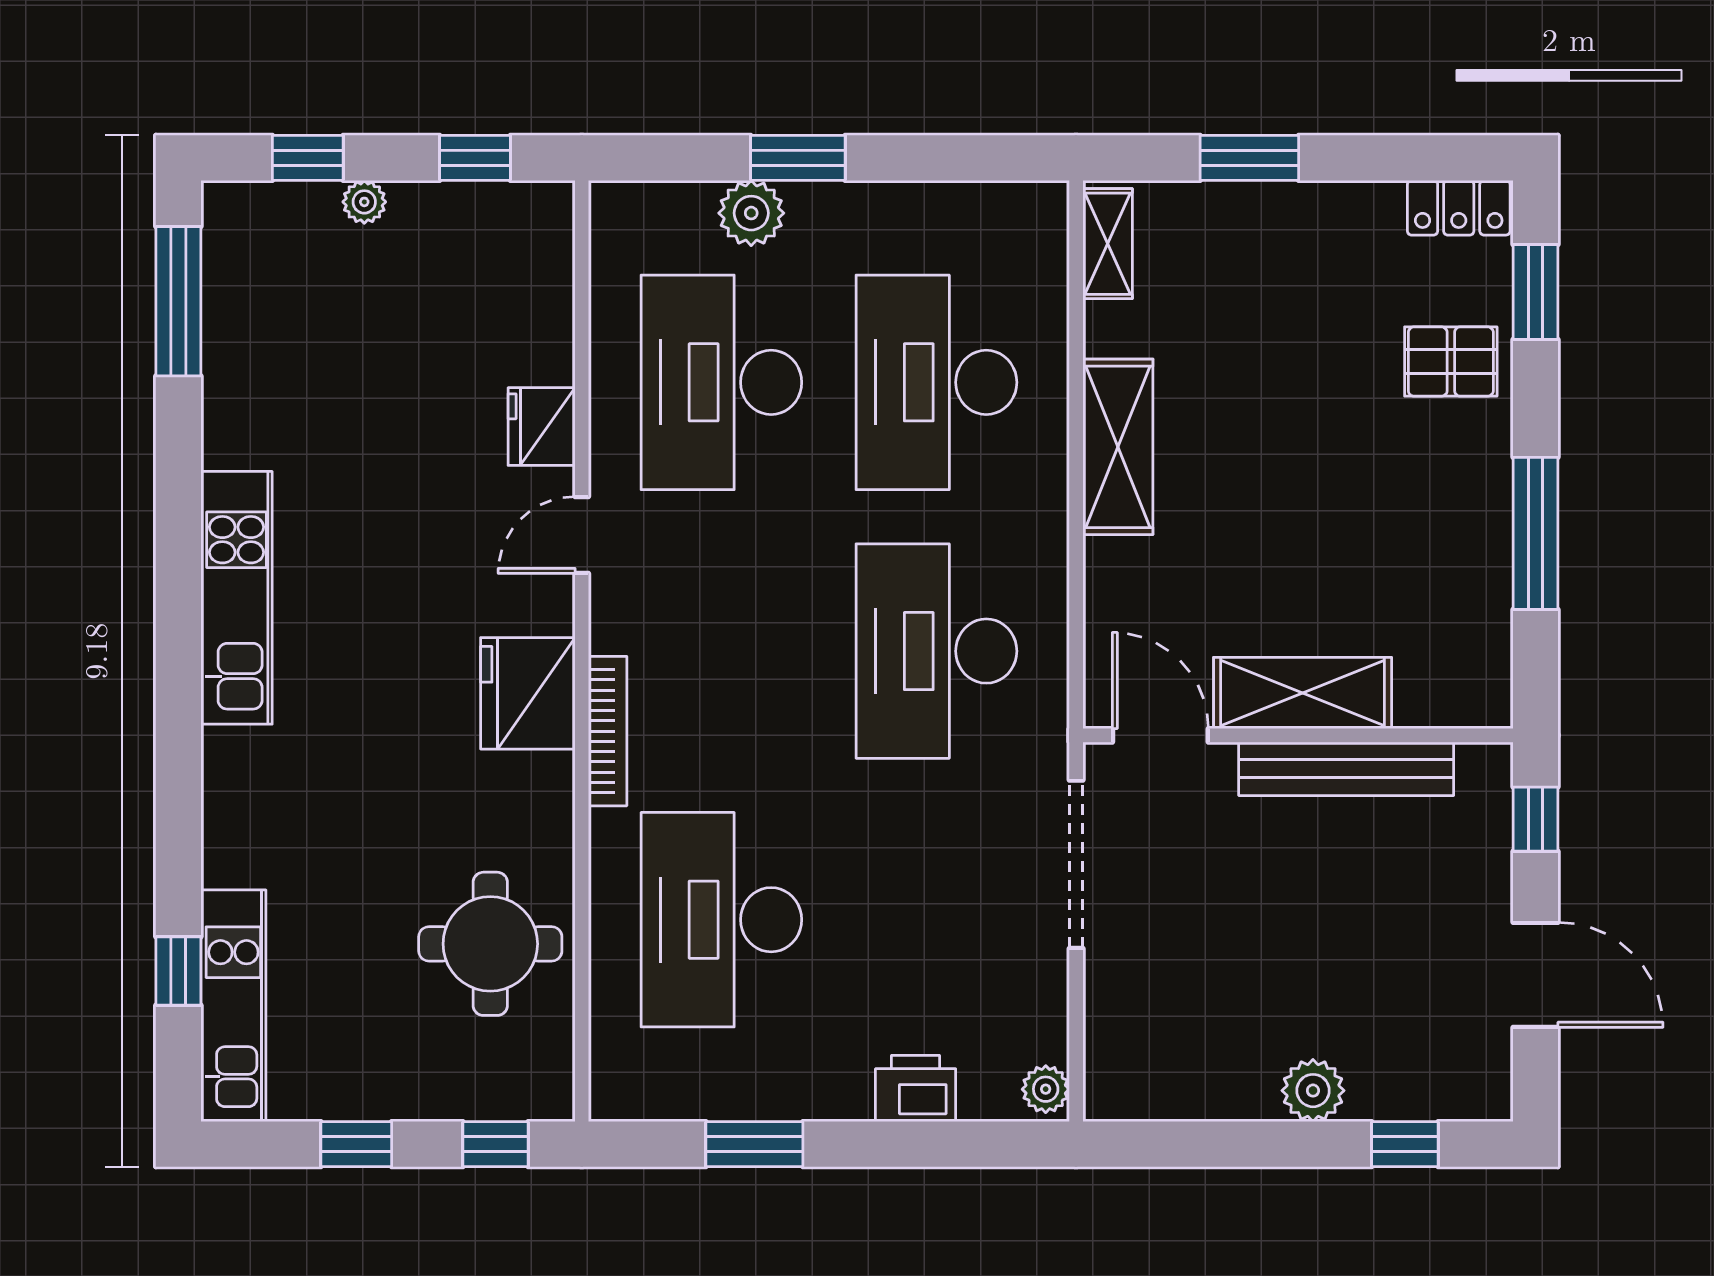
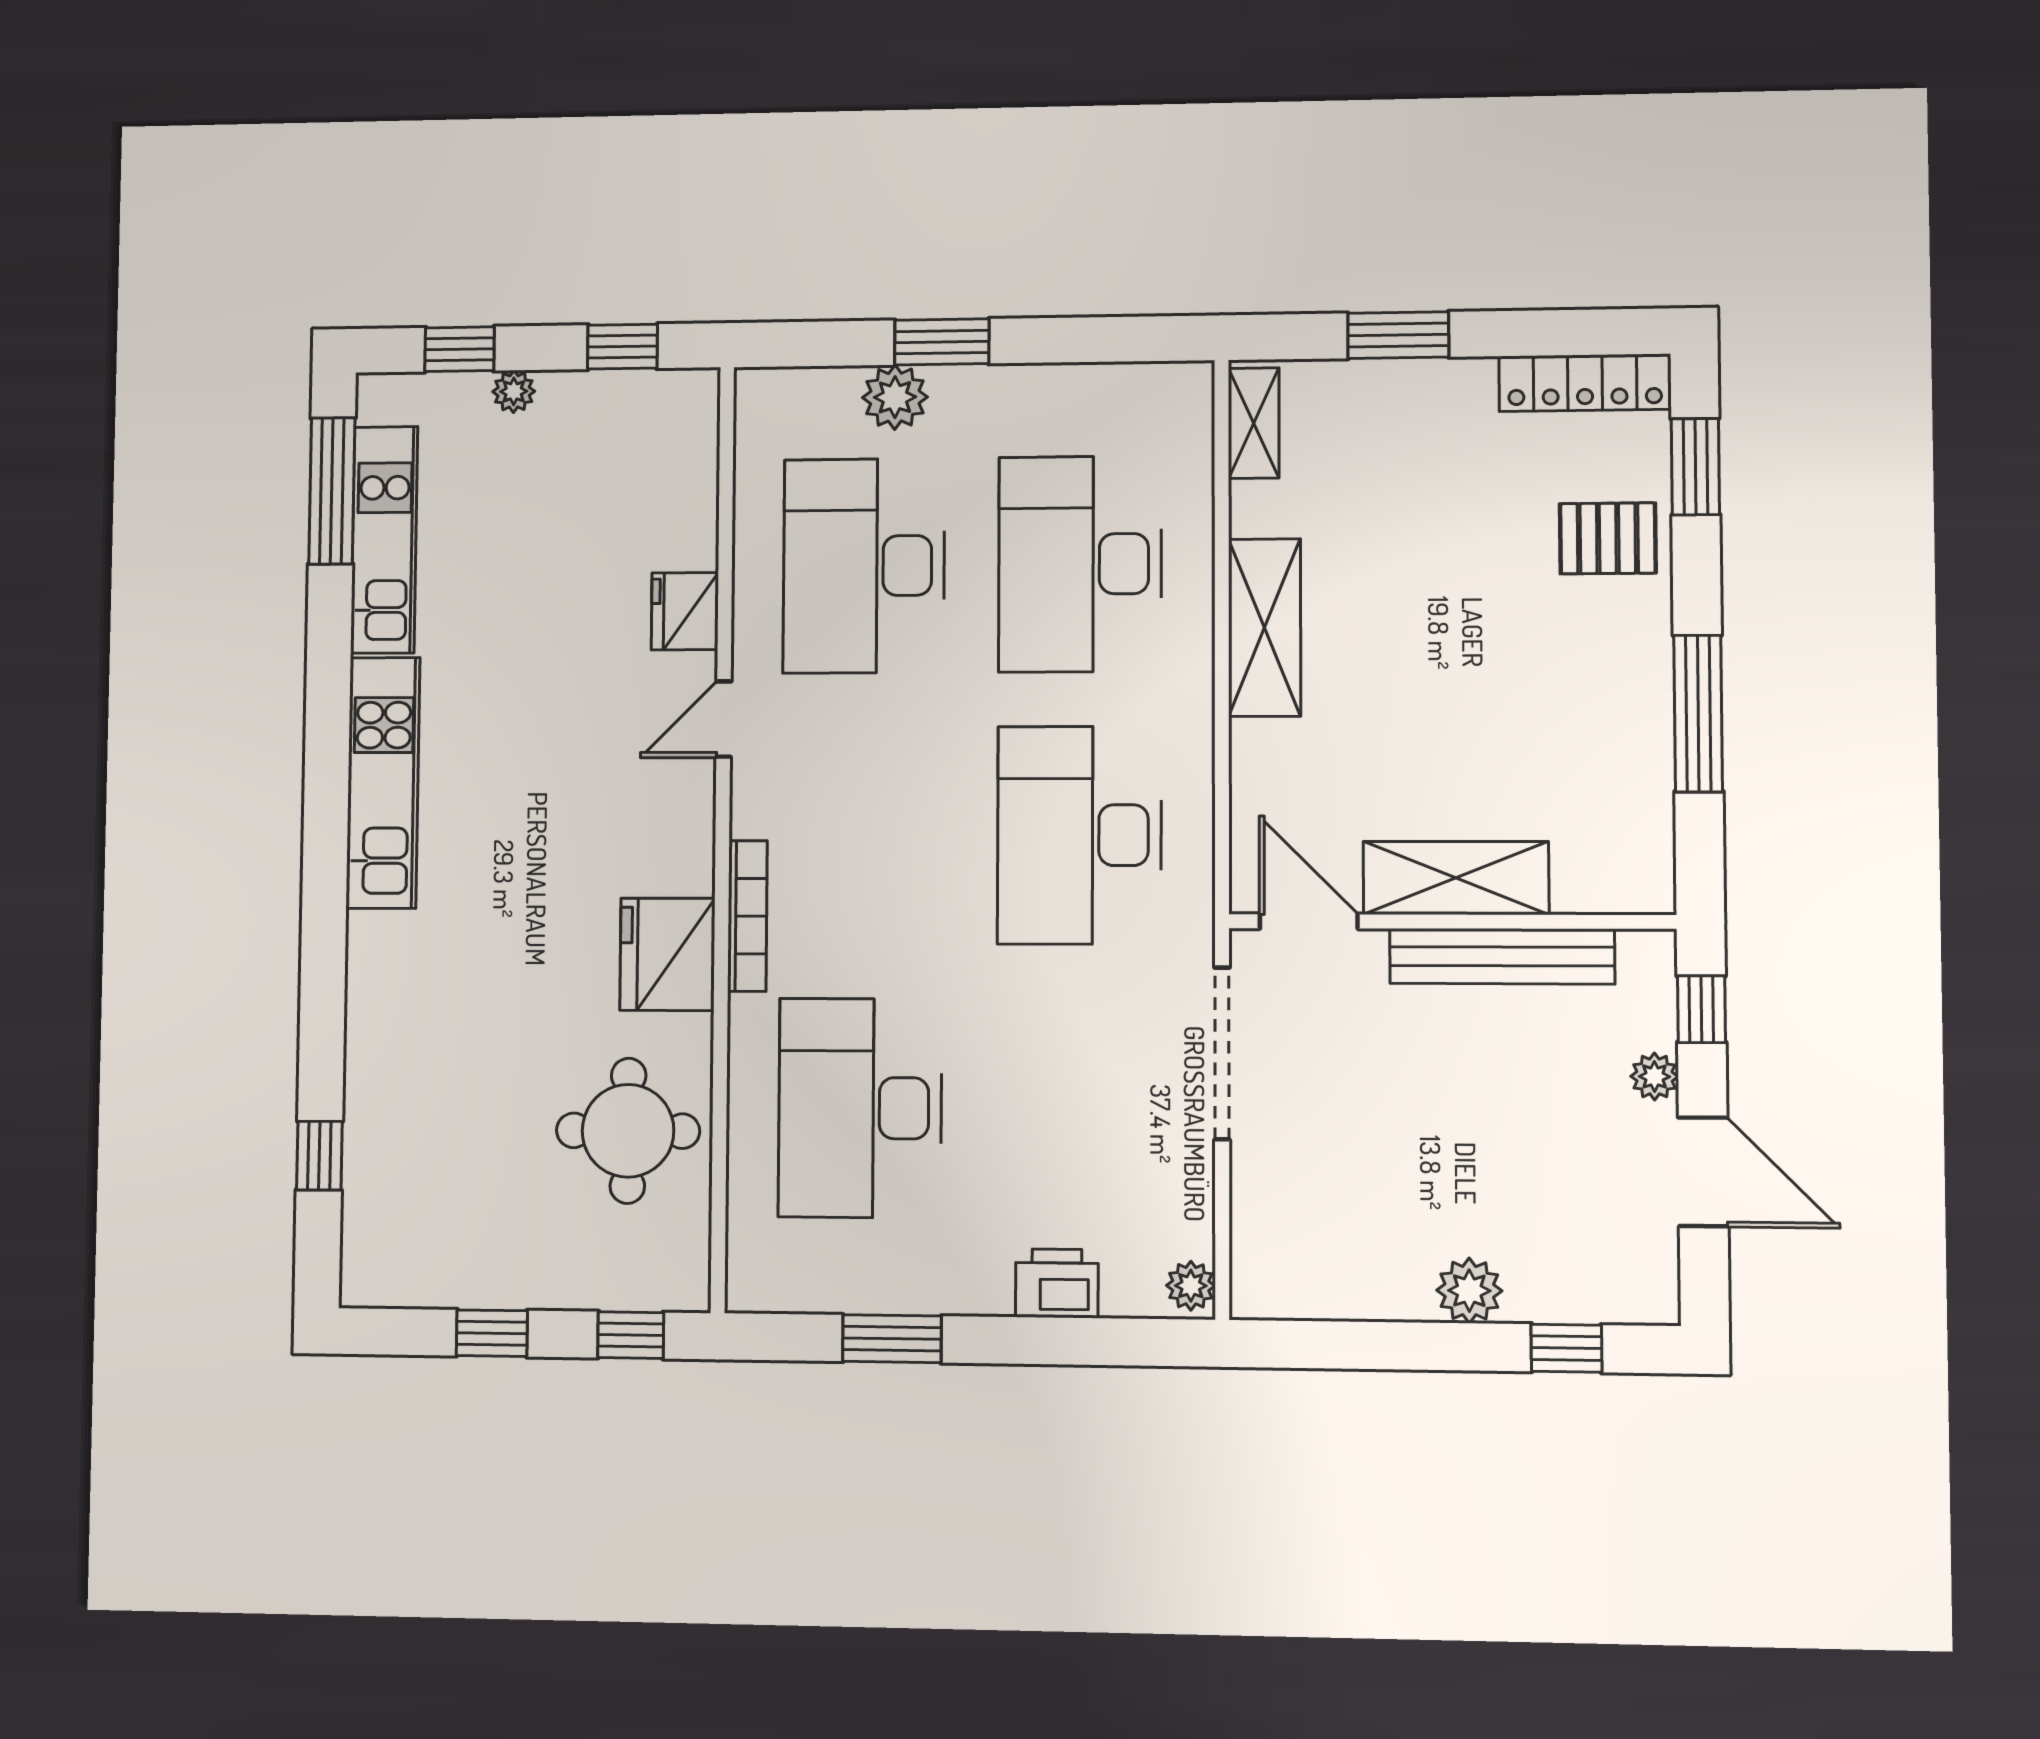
locker: (1459, 208) -> (1585, 383), width x1.53
fridge: (528, 693) -> (667, 954), moved
plant: (1490, 884) -> (1654, 1076), added
kitchen unit: (233, 1005) -> (384, 540), moved

